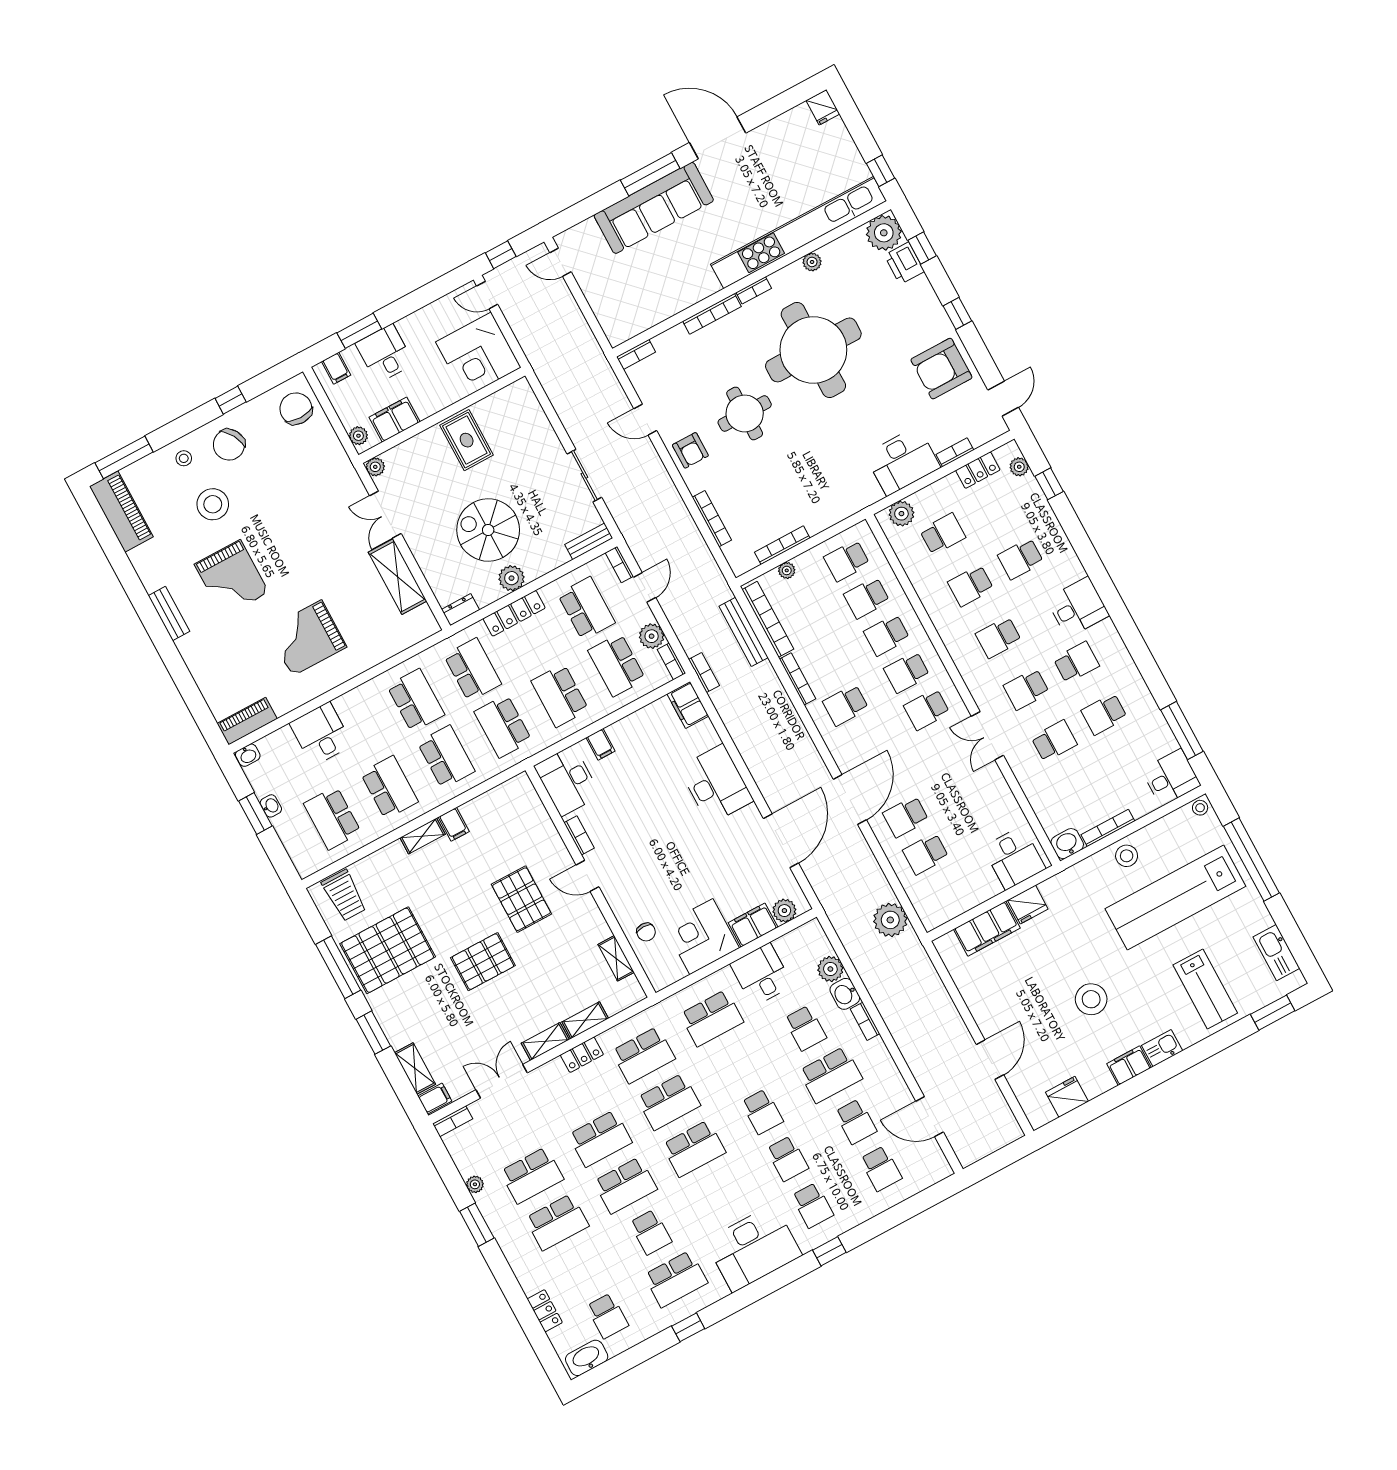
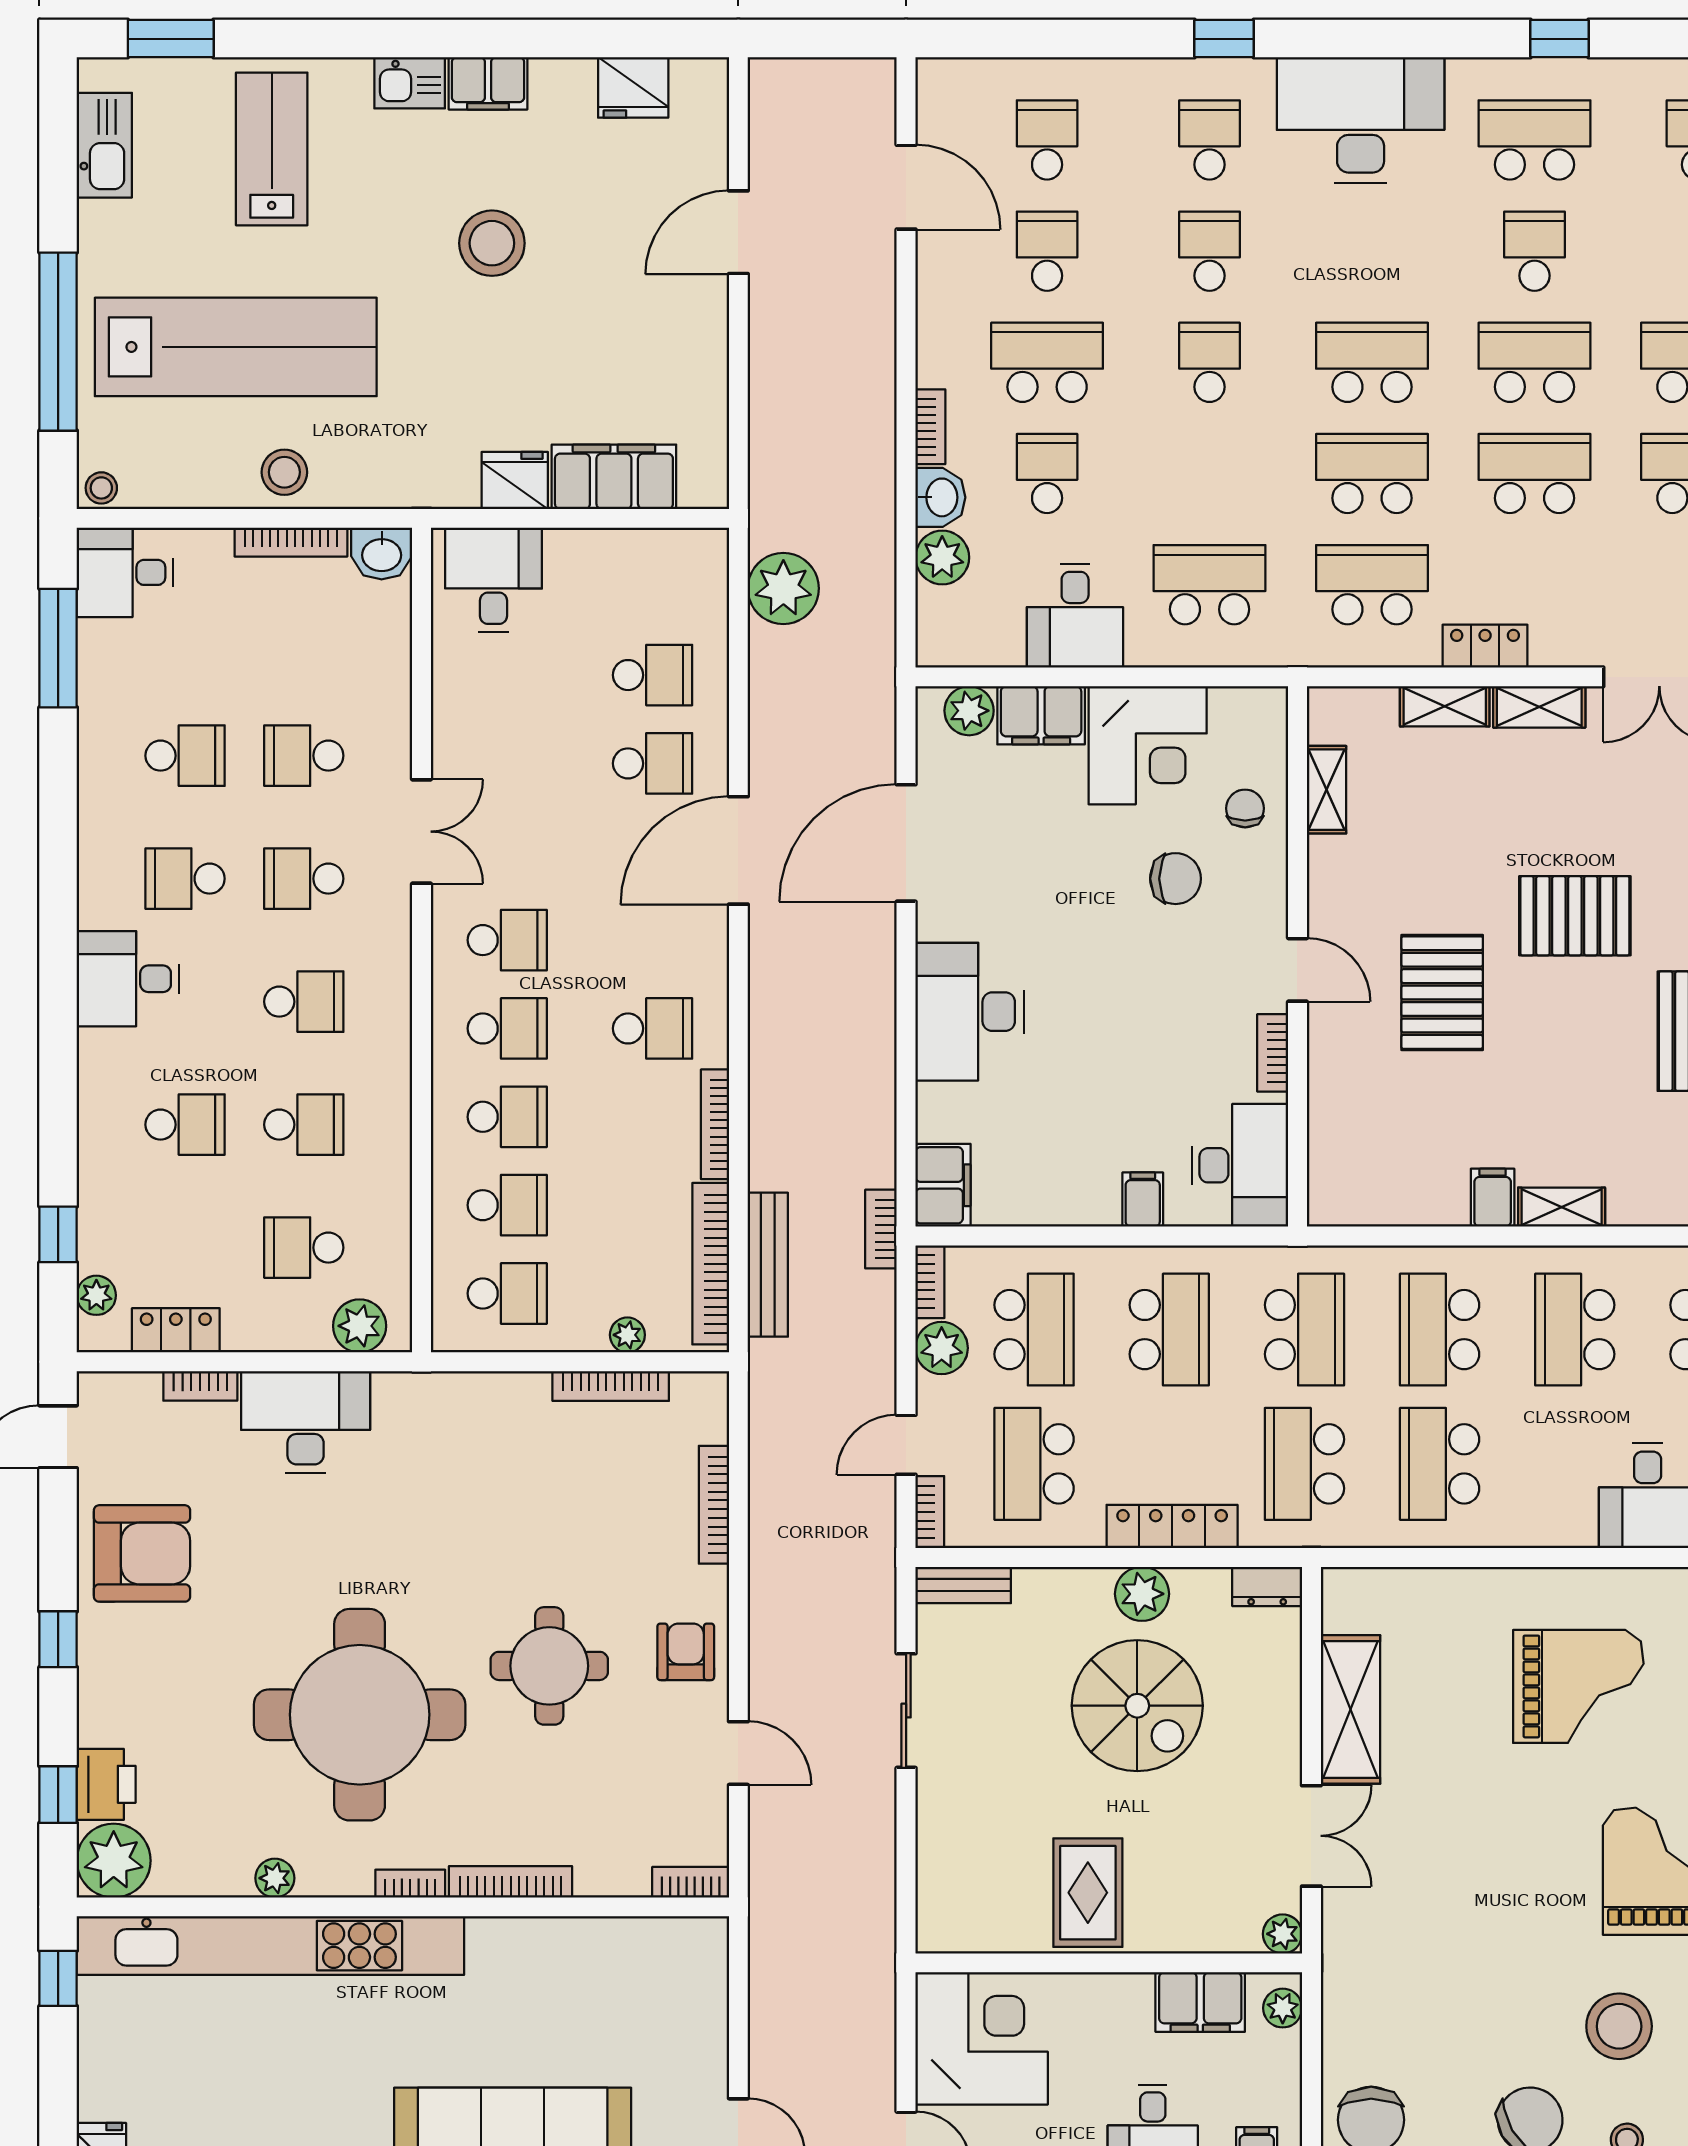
school desk: (1026, 689) -> (304, 879), turned 180
chair: (659, 887) -> (1176, 879), added

